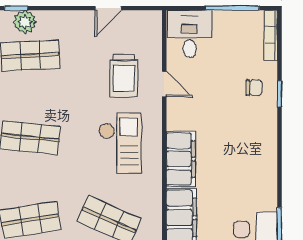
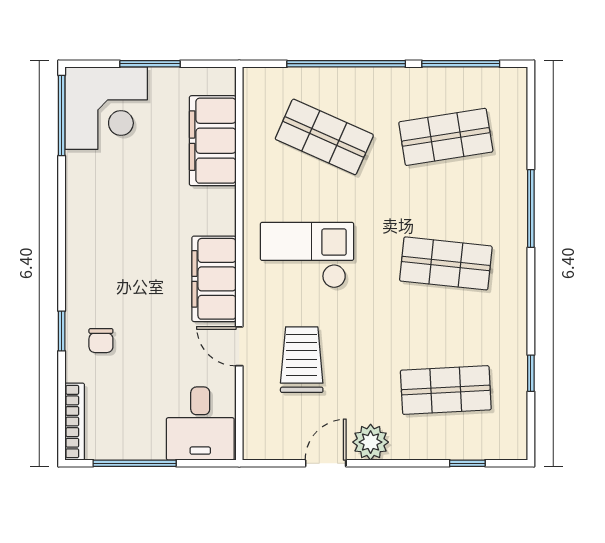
plant: (25, 22) -> (371, 442), moved
chair: (254, 88) -> (101, 341), turned -91
checkout: (120, 143) -> (307, 255), turned 90
filing cabinet: (181, 159) -> (214, 279), moved

